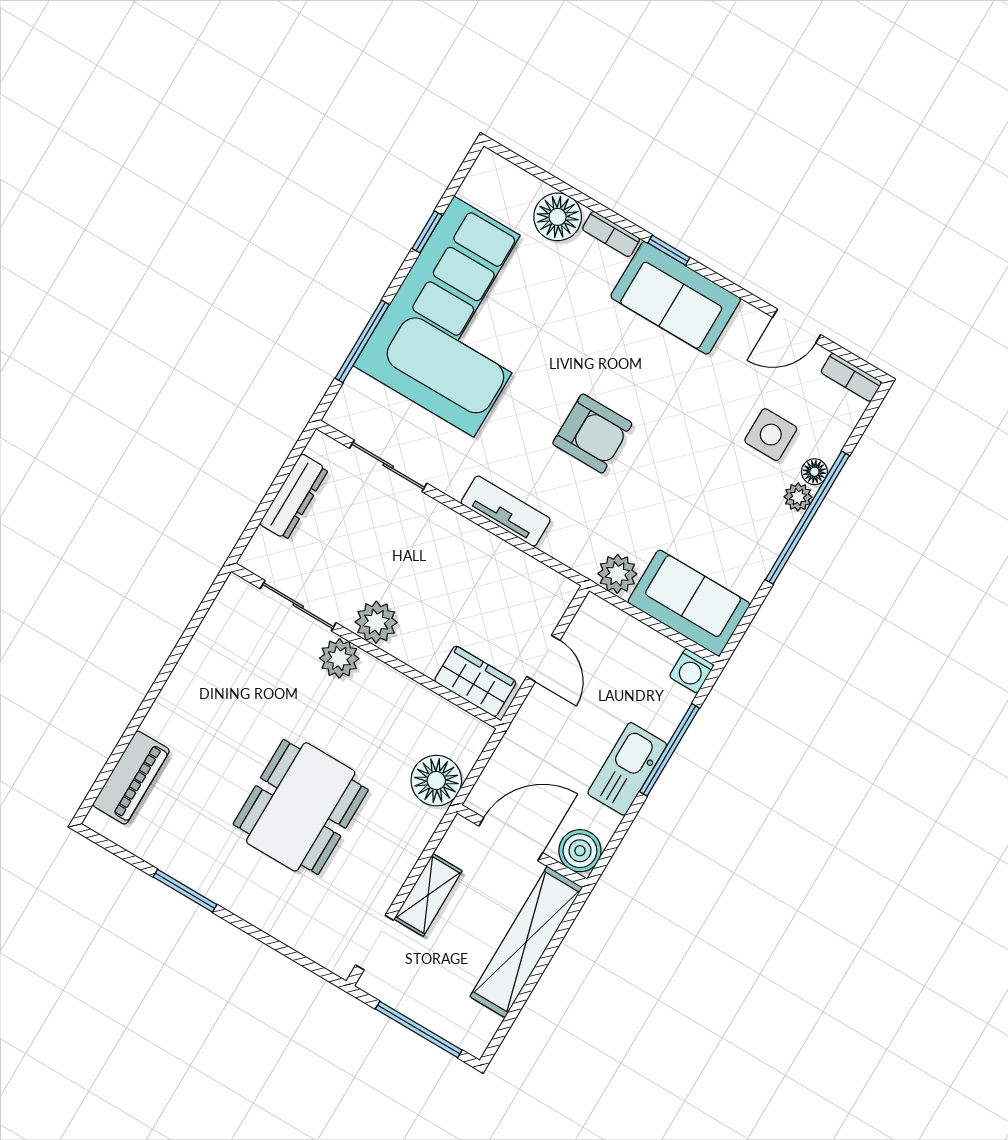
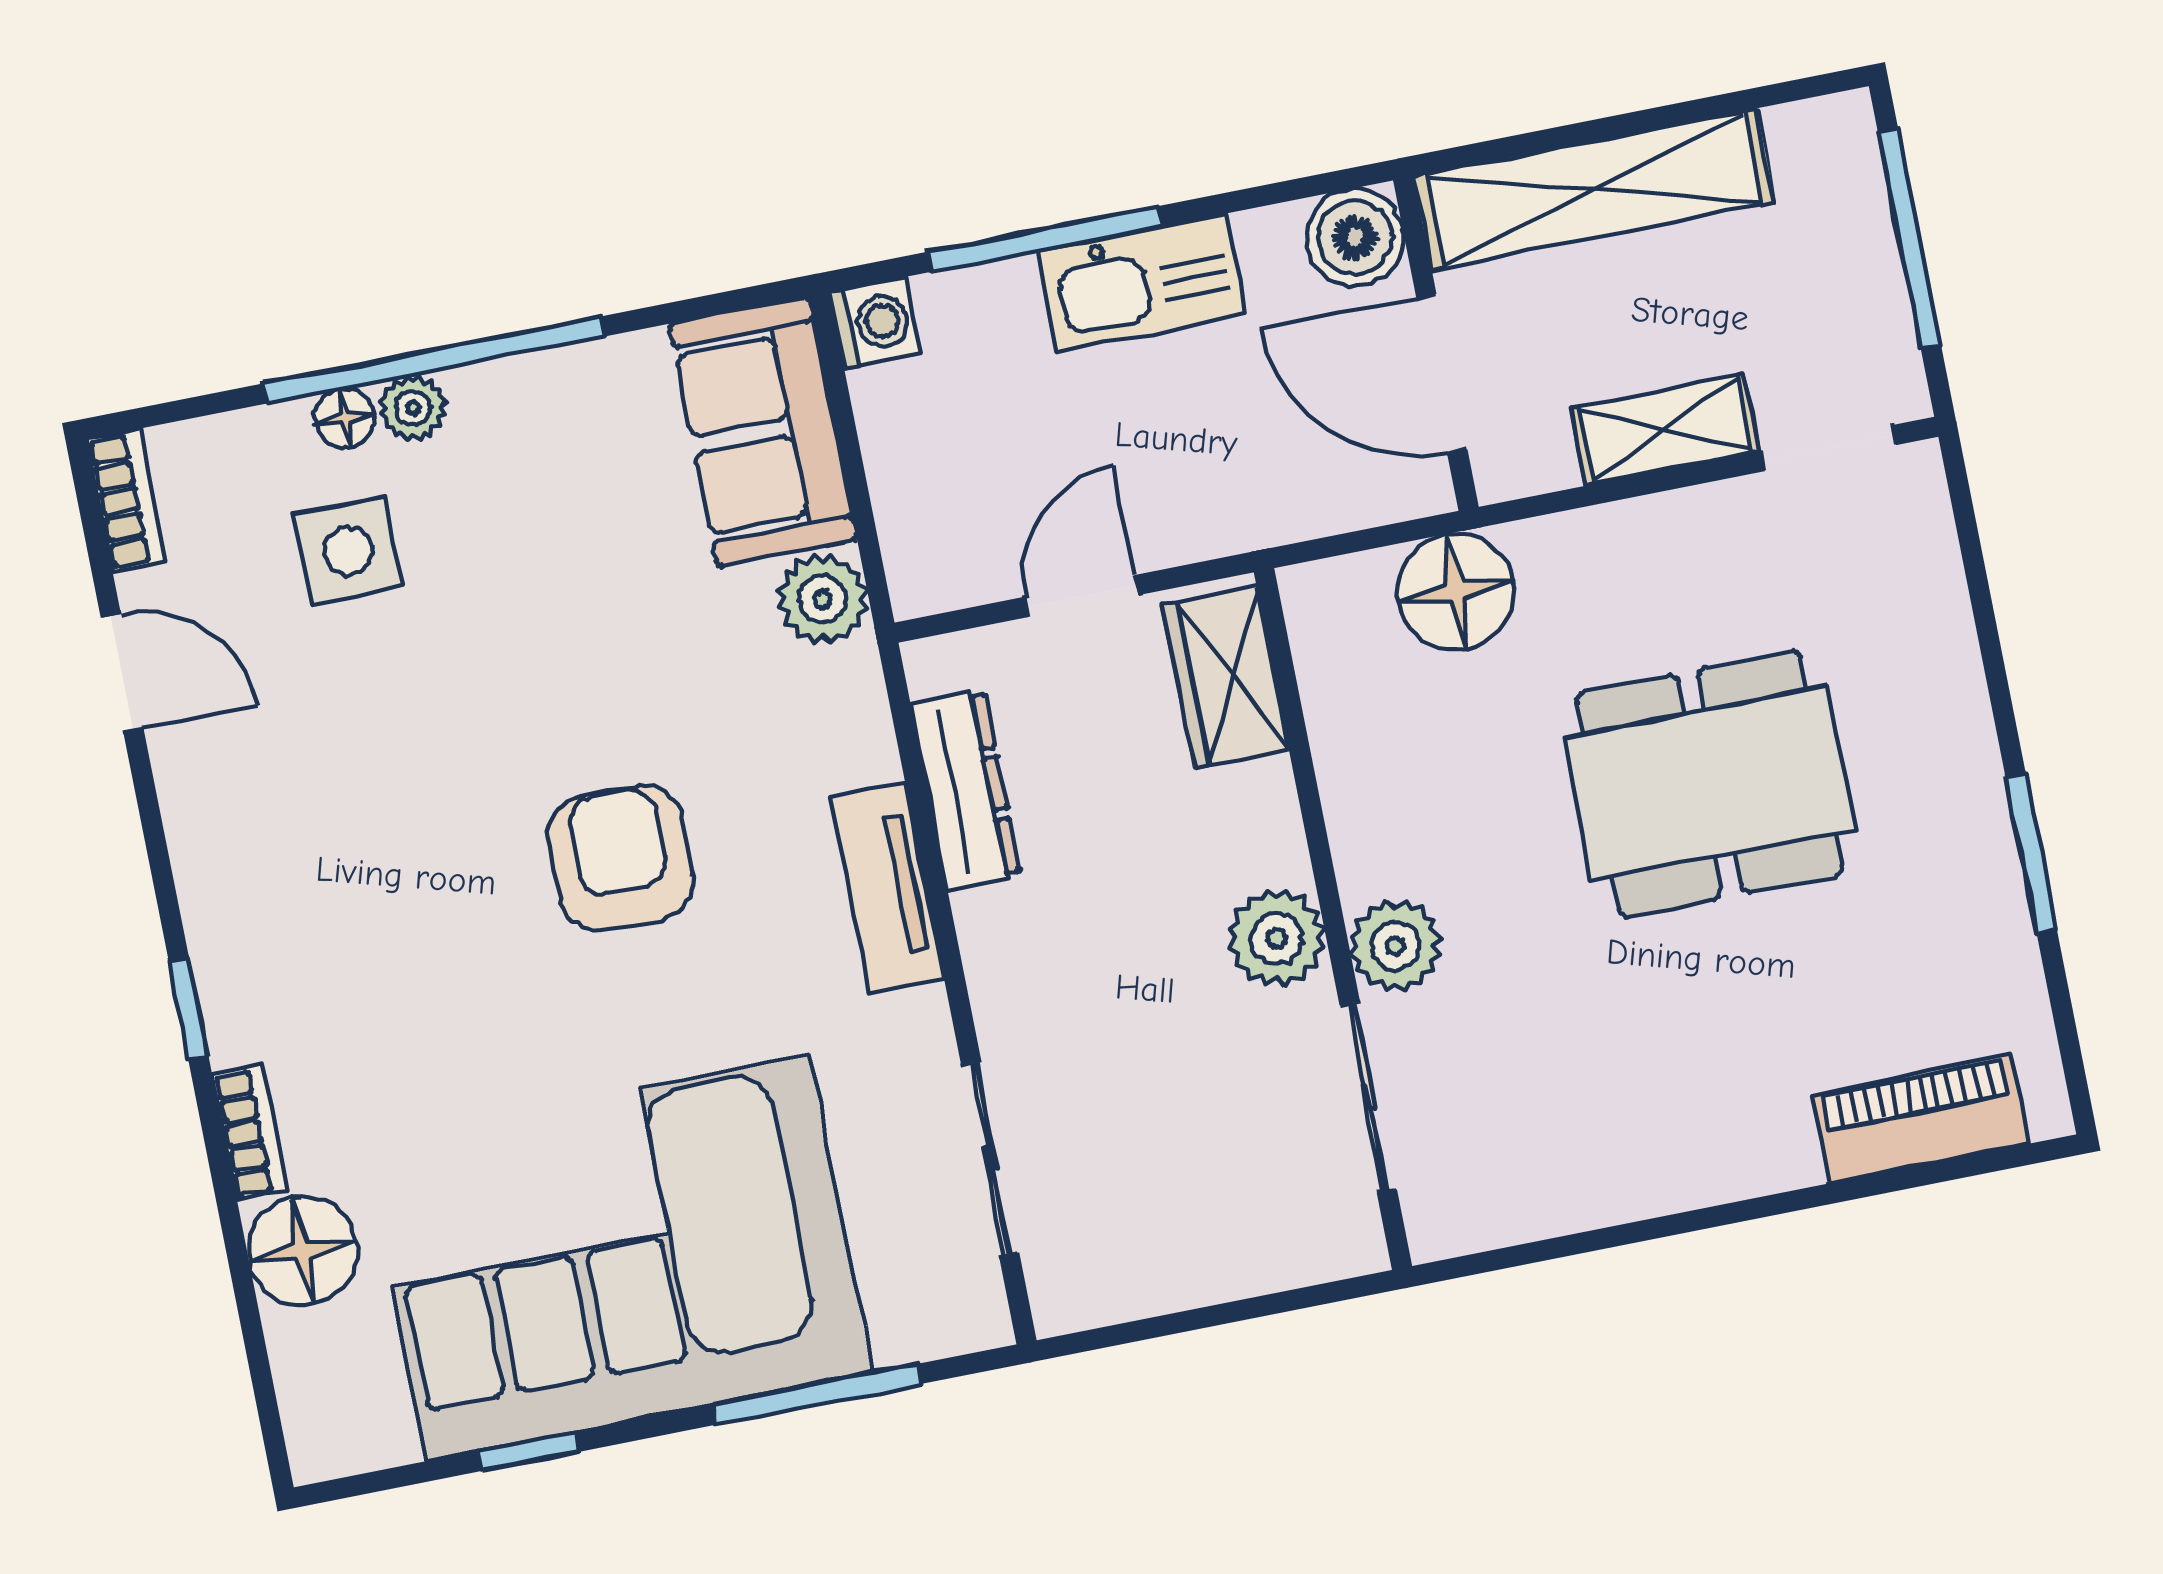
sofa: (676, 298) -> (260, 924), removed
dresser: (294, 497) -> (965, 789), moved, turned 90

